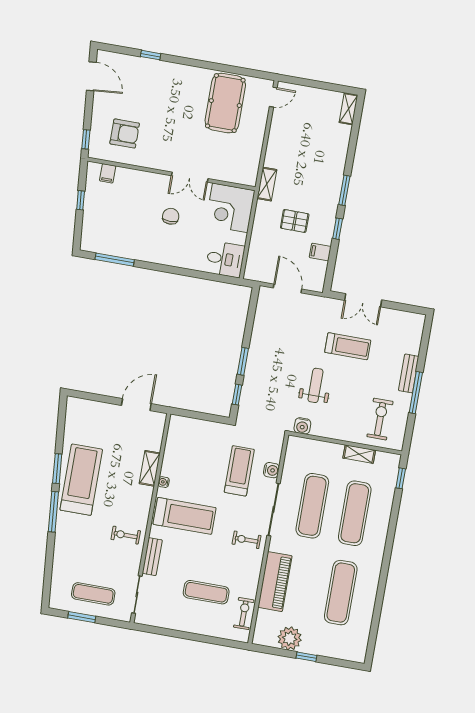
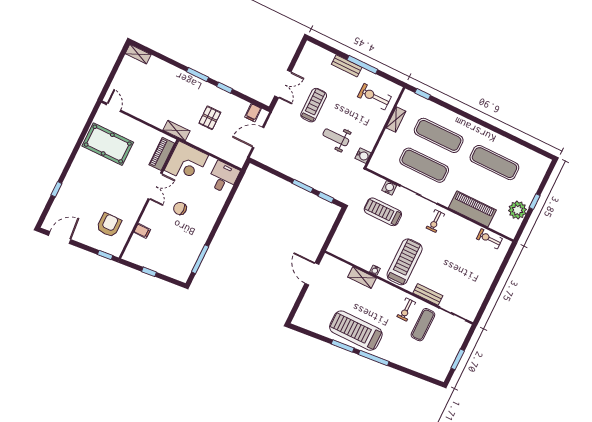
filing cabinet: (108, 173) -> (142, 231), moved
piano: (232, 174) -> (162, 154), added
filing cabinet: (320, 252) -> (253, 113), moved
exercise mat: (206, 592) -> (466, 262), removed
exercise mat: (93, 594) -> (423, 325), moved

